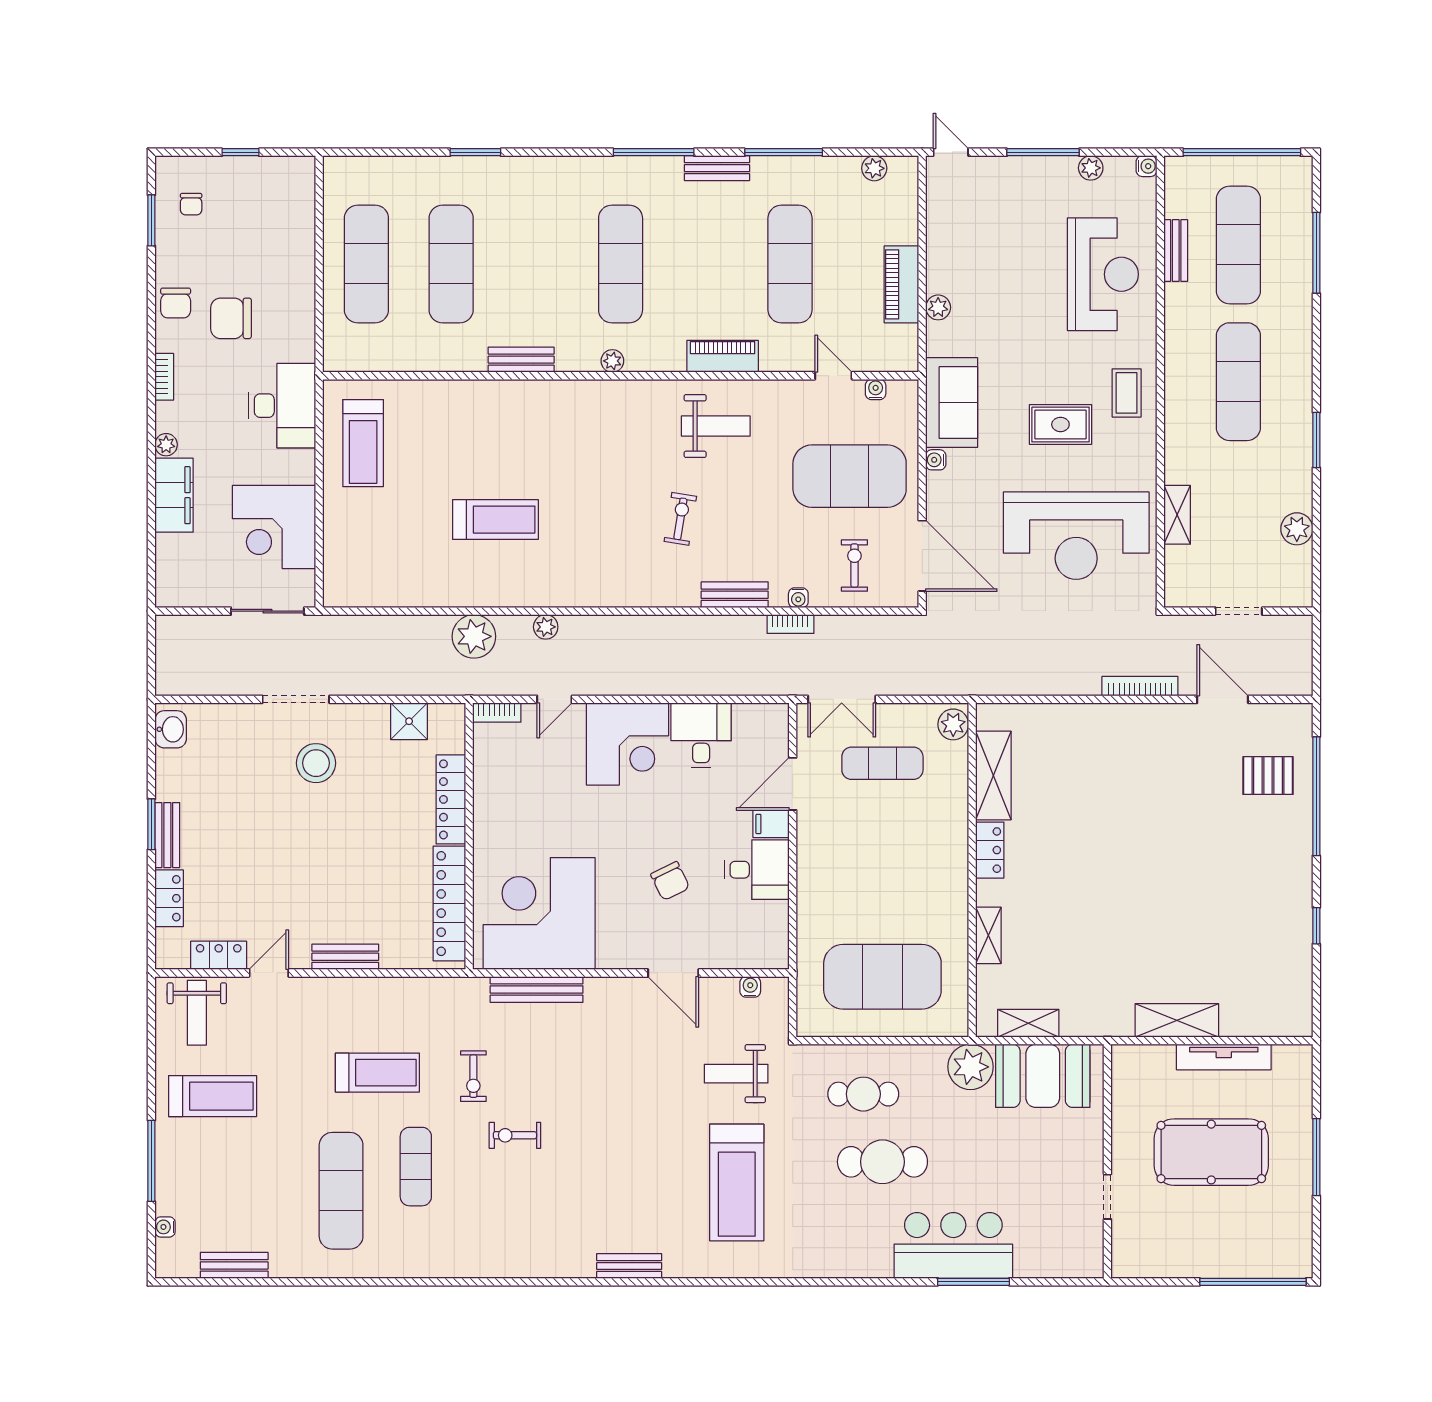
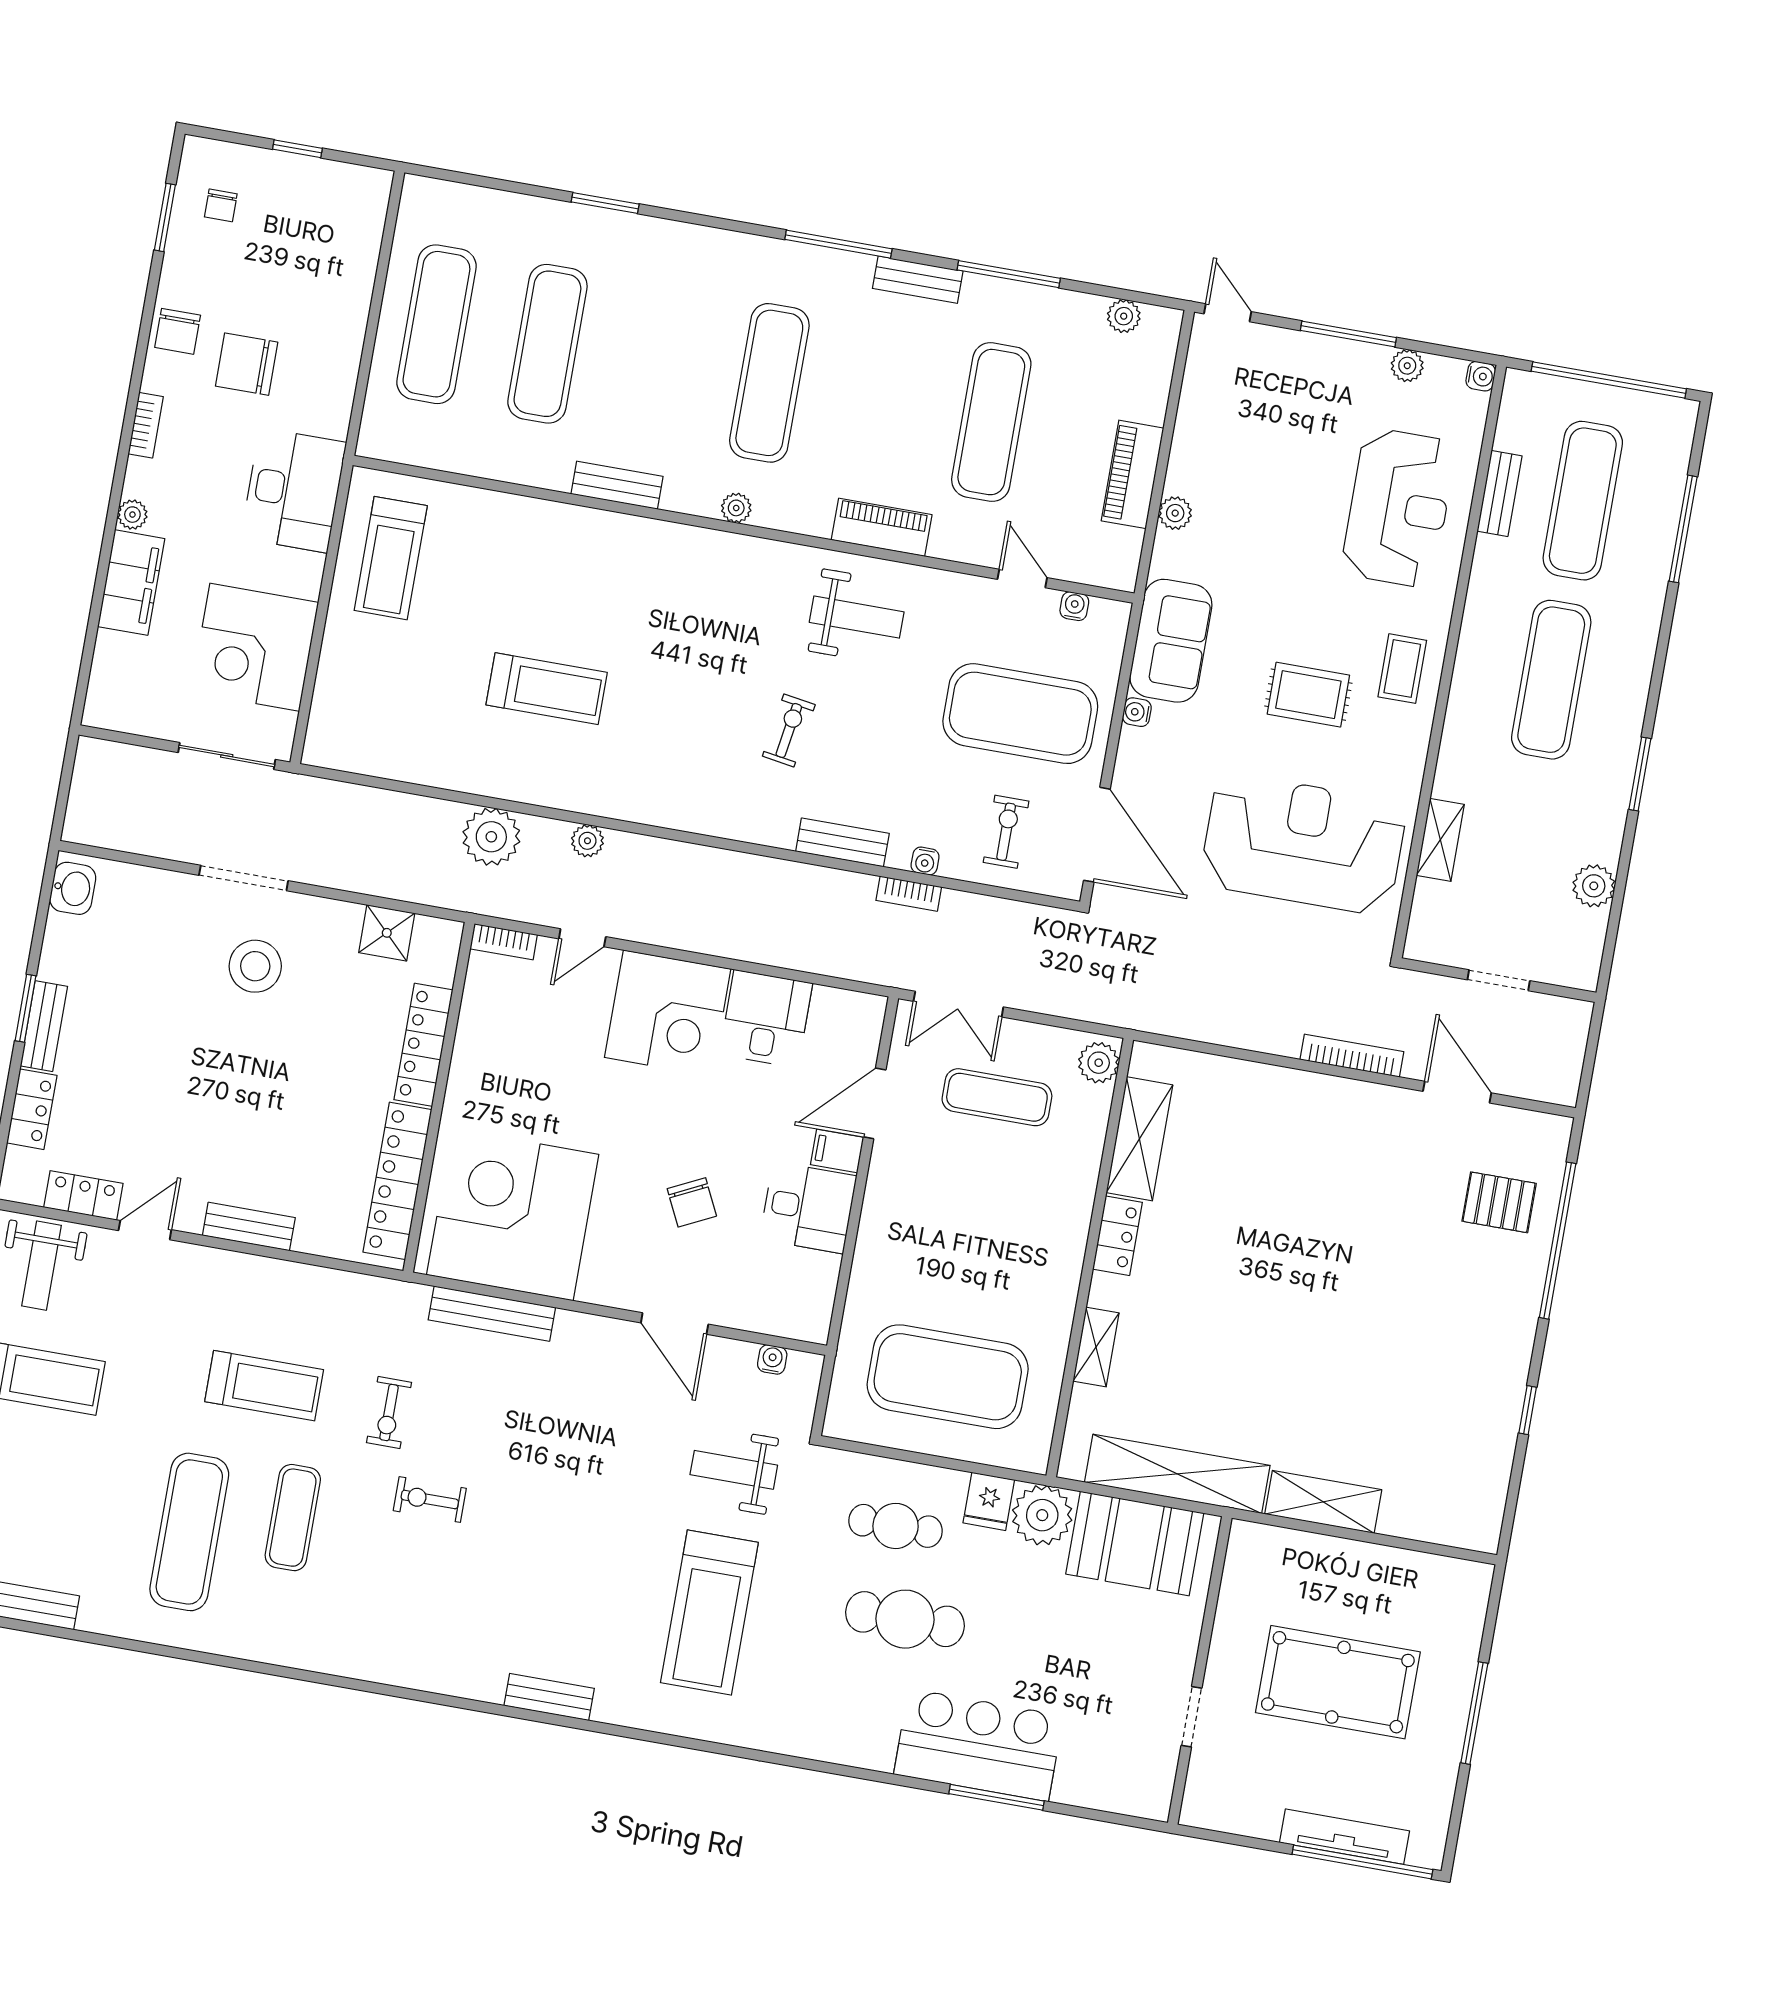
reception desk: (1076, 536) -> (1303, 844), turned 180
shelving: (1028, 1023) -> (1177, 1474), width x2.20, depth x1.33
tv unit: (1224, 1057) -> (1345, 1837), moved, turned 180
fridge: (929, 1064) -> (989, 1501), added

